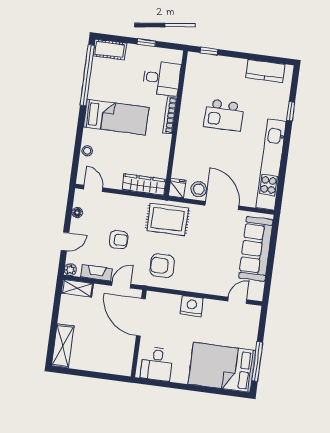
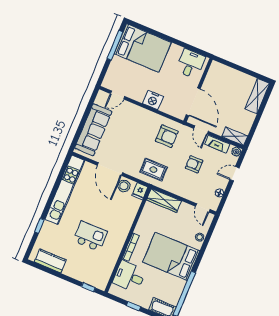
bed: (116, 117) -> (171, 256), width x1.50
rug: (167, 219) -> (153, 170), width x0.73, depth x0.70
door: (121, 285) -> (201, 130), hinge flipped

